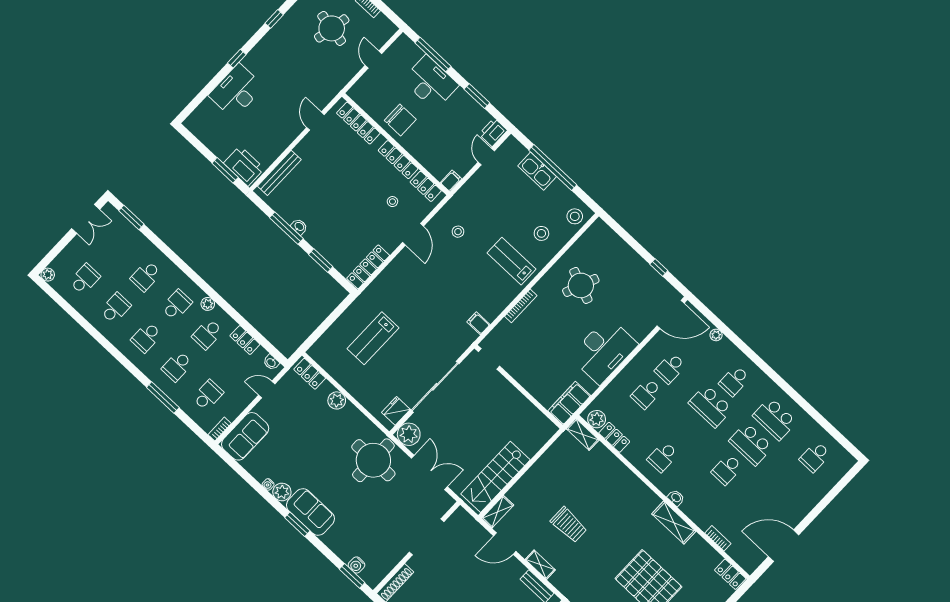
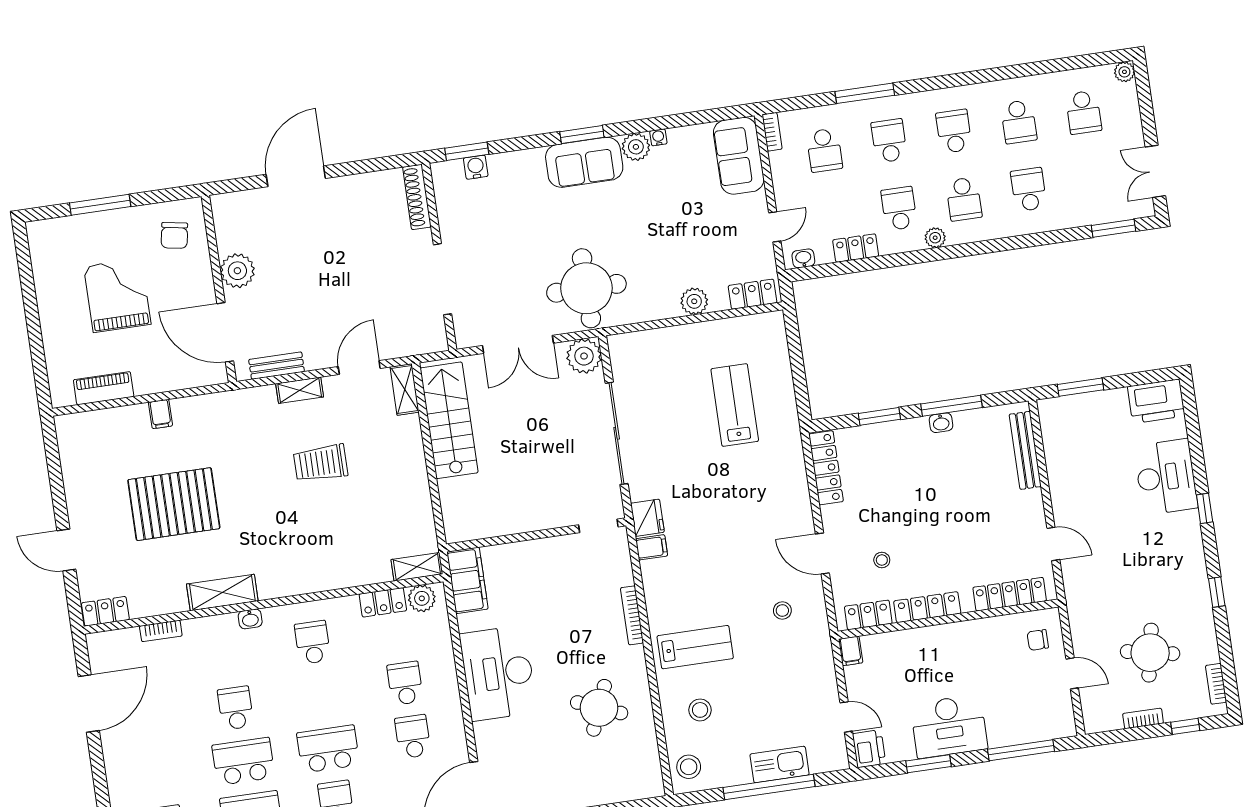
desk: (430, 83) -> (949, 726), moved
chair: (400, 120) -> (1038, 640), moved, width x0.54, depth x0.54
printer: (244, 166) -> (1156, 401), moved
fridge: (396, 411) -> (647, 518), moved

